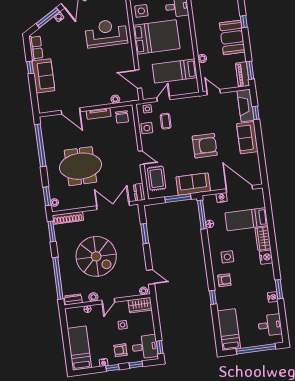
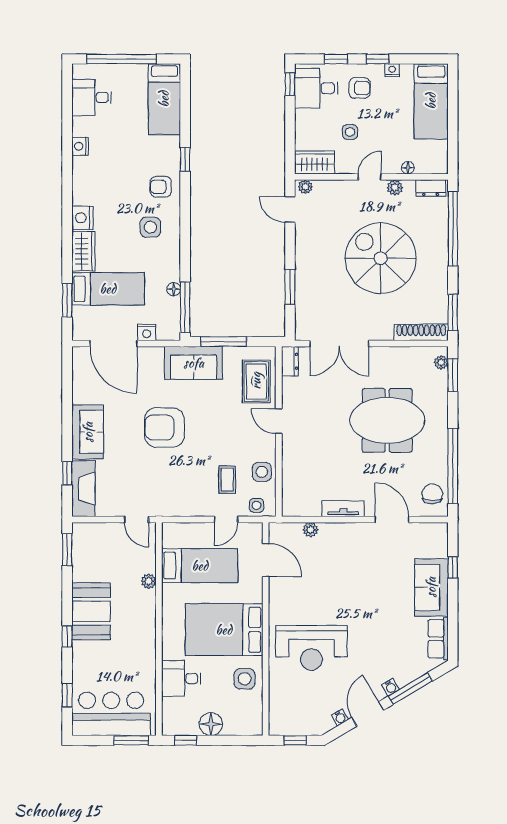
window: (30, 67) -> (453, 567), moved
piano: (243, 74) -> (82, 544), removed
chair: (122, 117) -> (432, 494), moved
window: (279, 289) -> (67, 300), moved

